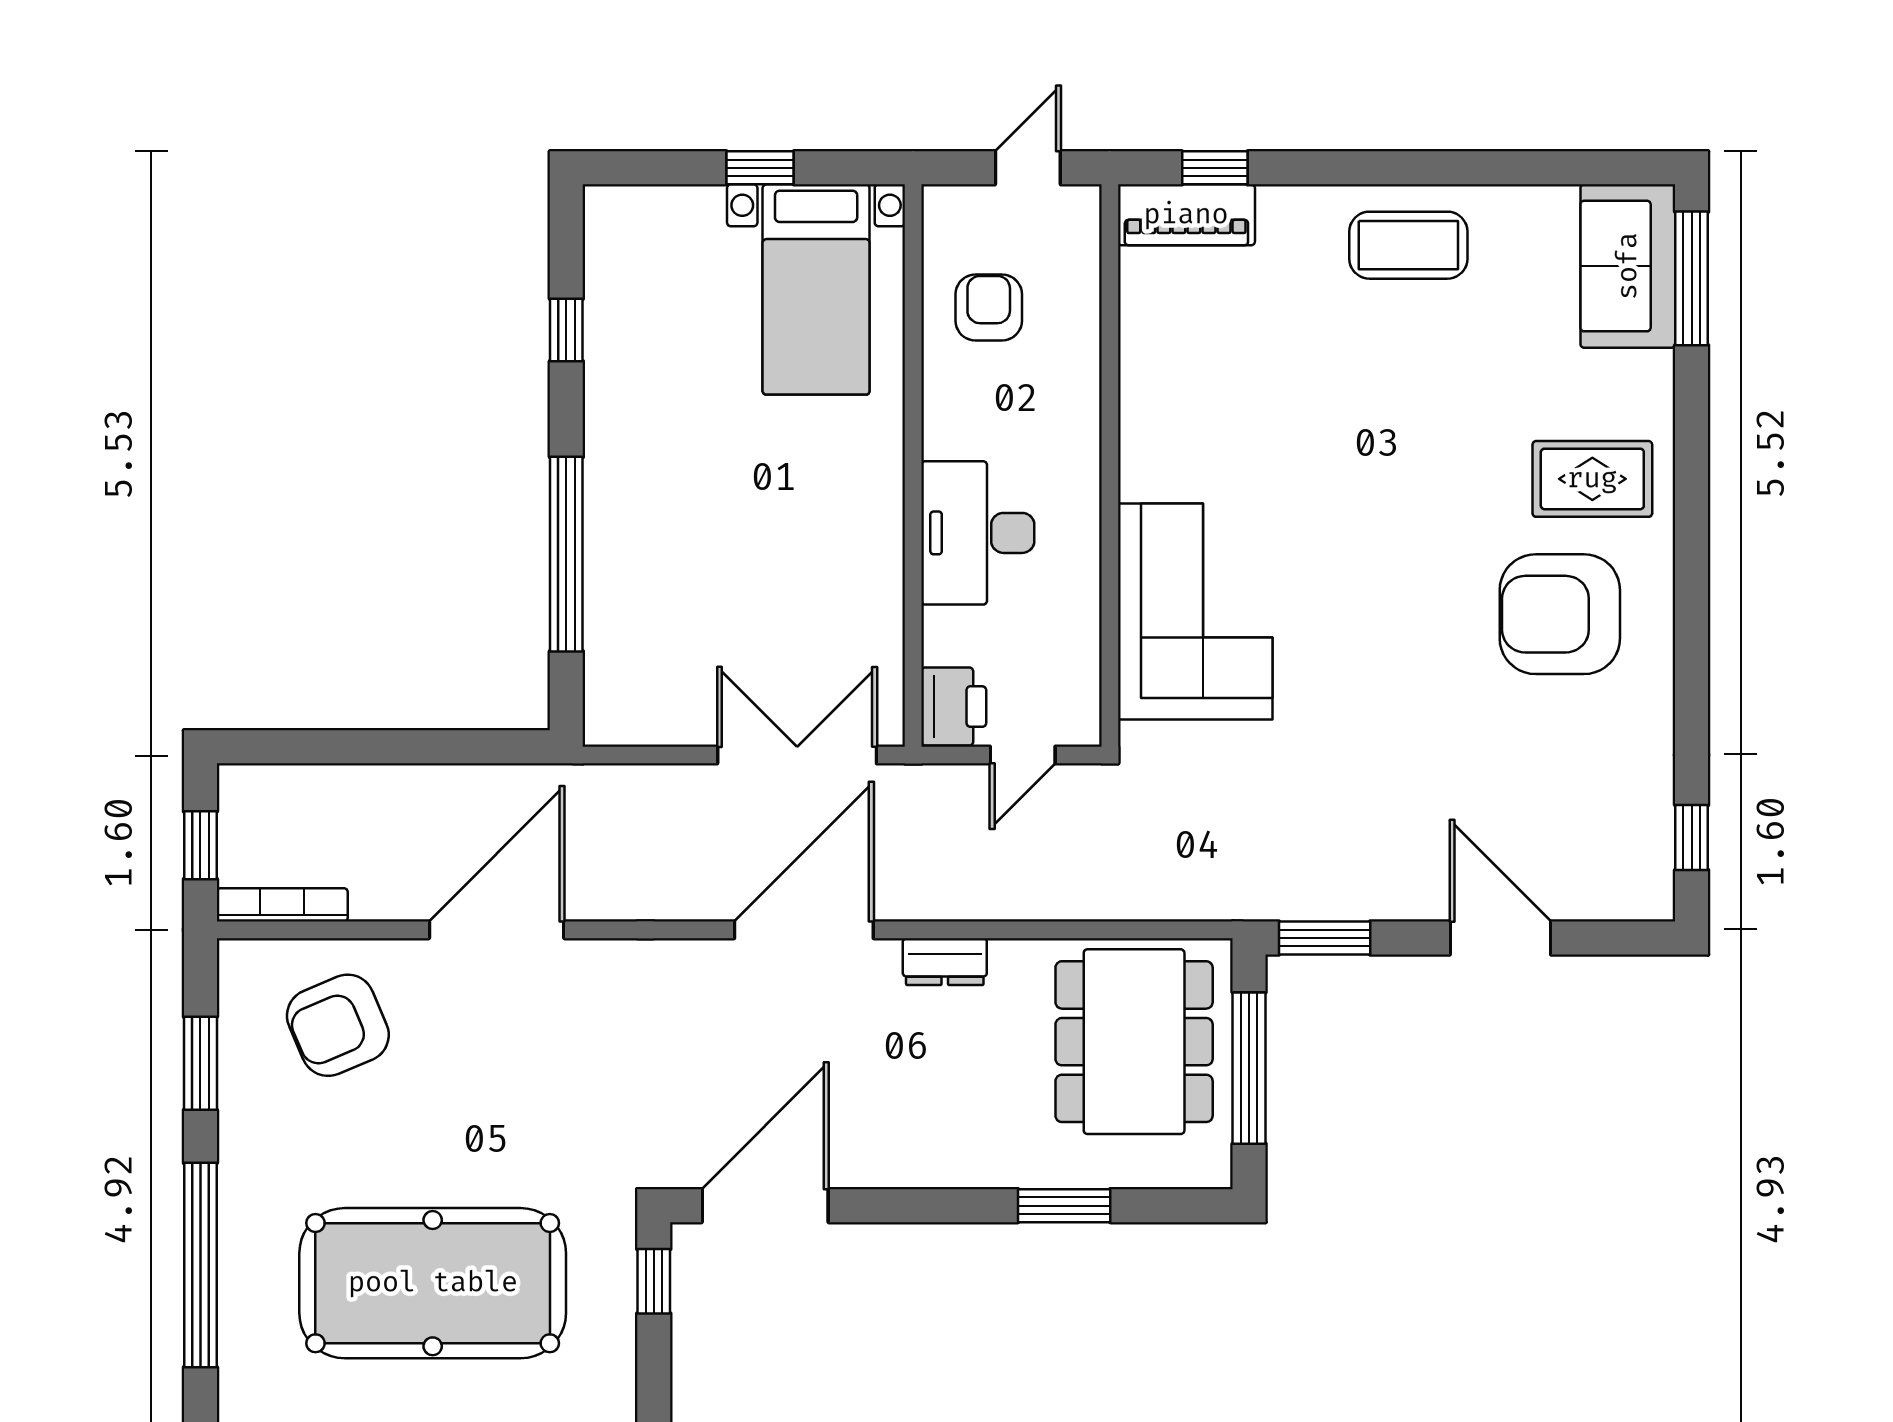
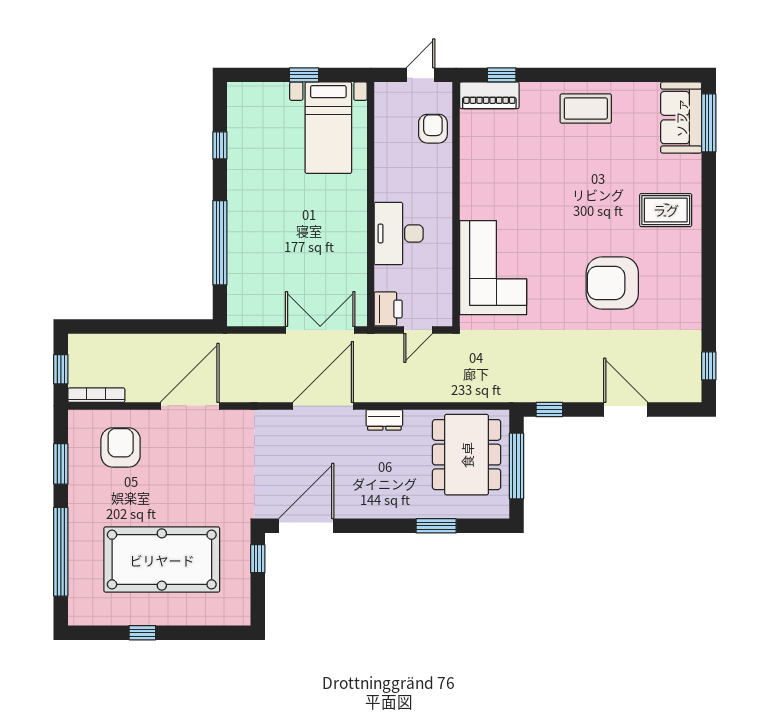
armchair: (989, 308) -> (433, 129), moved
armchair: (1560, 614) -> (612, 283), moved
window: (1325, 938) -> (549, 410), width x0.67
armchair: (338, 1025) -> (121, 447), turned 113

